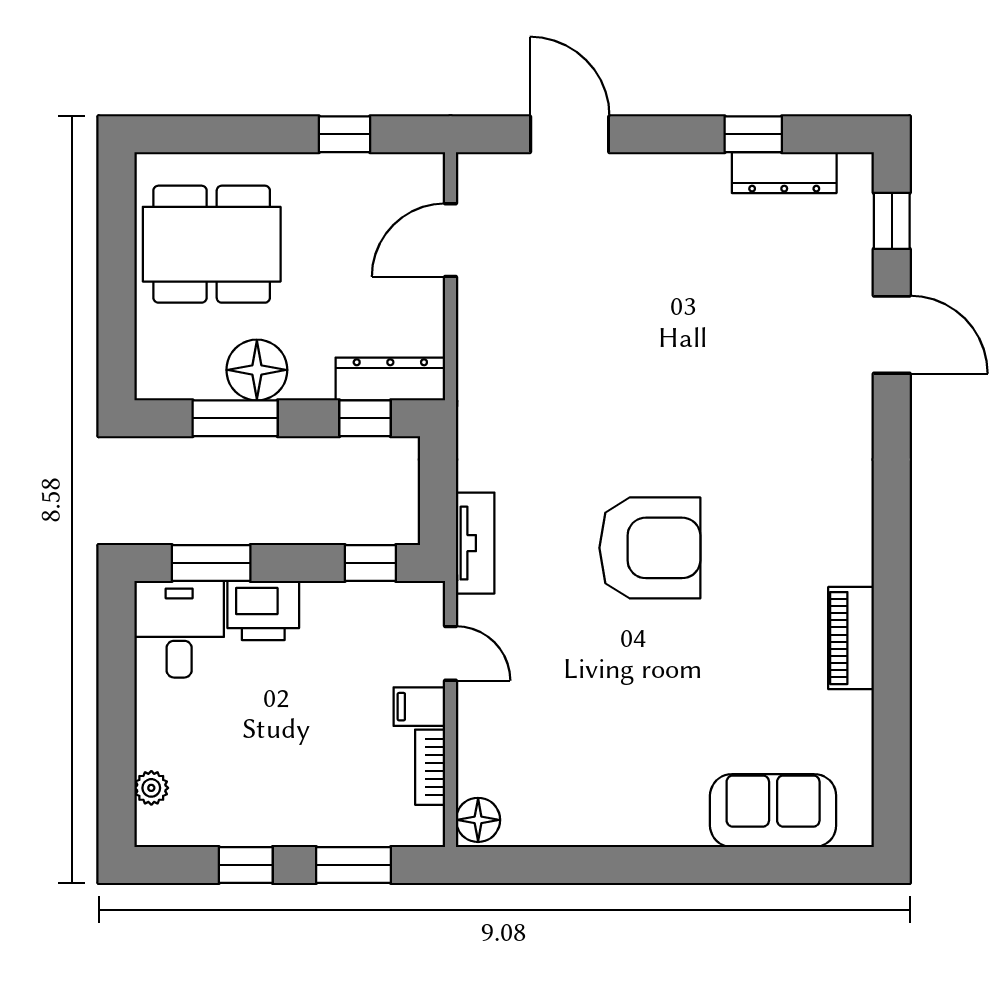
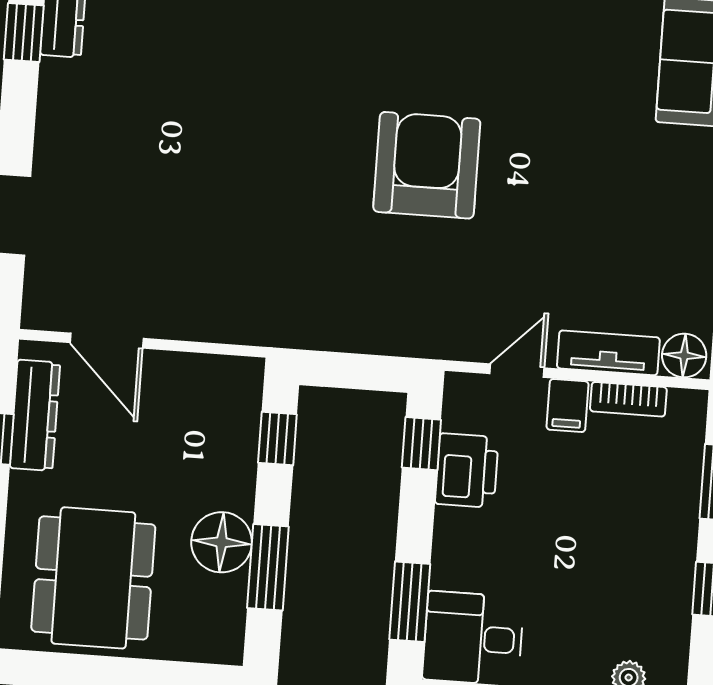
dresser: (390, 379) -> (35, 415), moved, turned 180
tv unit: (475, 543) -> (608, 353), moved
printer: (263, 610) -> (467, 470), moved

